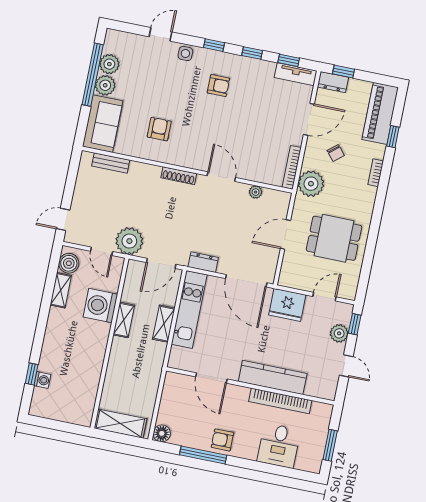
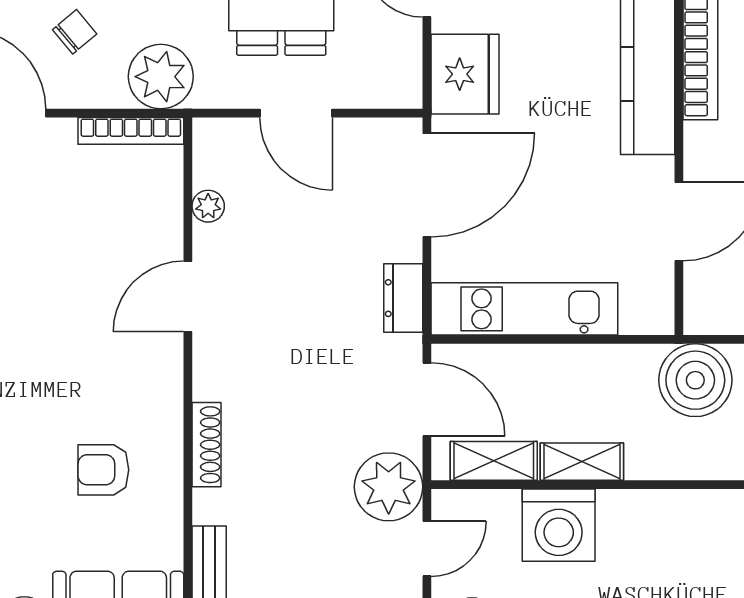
shoe rack: (179, 176) -> (206, 445), moved
shelving: (164, 324) -> (494, 461), moved
boiler: (147, 372) -> (695, 380), added

